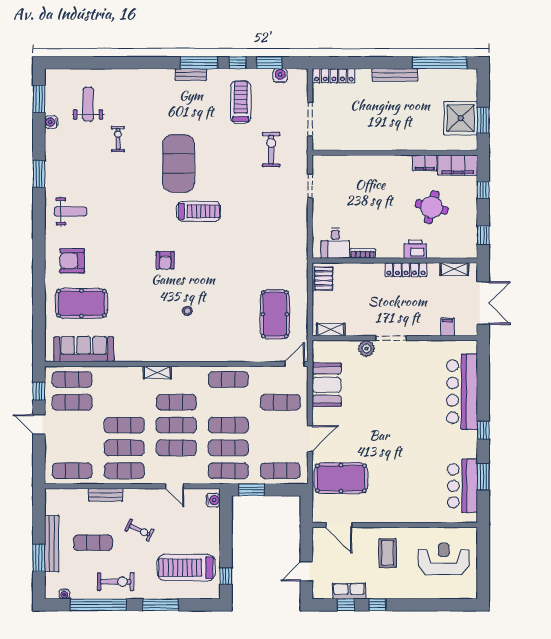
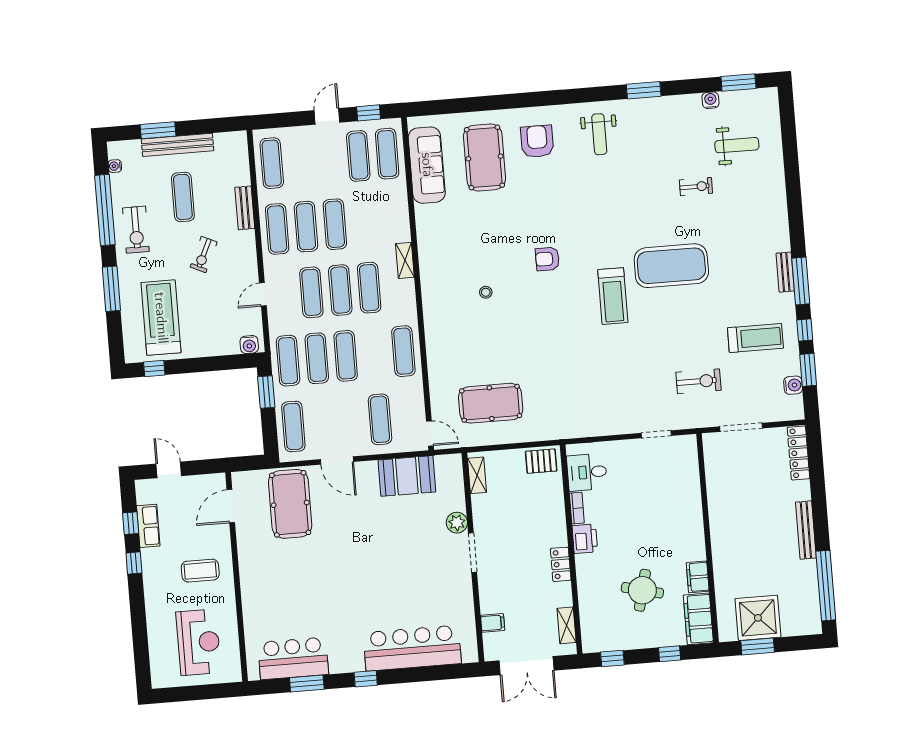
printer: (415, 249) -> (585, 539), moved
locker: (406, 270) -> (561, 564), width x0.66

